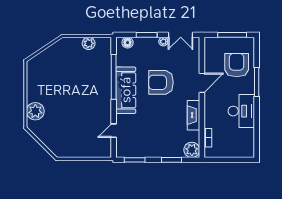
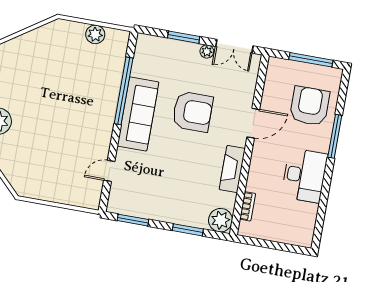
floor lamp: (128, 43) -> (153, 44), removed
armchair: (161, 82) -> (193, 112), turned 180

